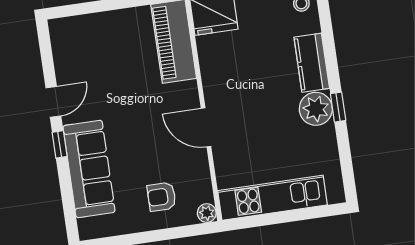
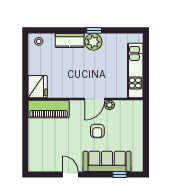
window: (60, 144) -> (120, 174), moved
armchair: (162, 197) -> (97, 131), moved
plant: (207, 213) -> (110, 105), moved

